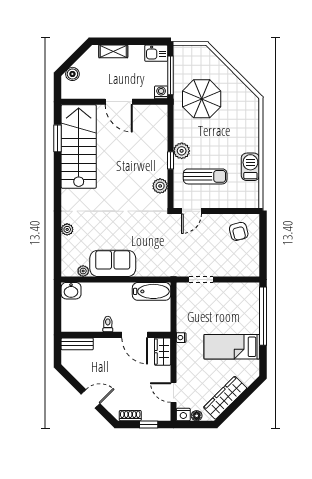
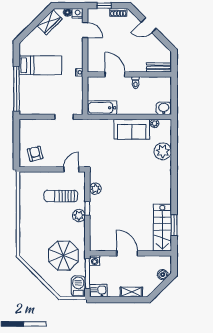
stairs: (79, 146) -> (162, 227), width x0.73, depth x0.66
barbecue: (250, 167) -> (78, 286), moved, turned 180
plant: (67, 229) -> (163, 151), width x1.88, depth x1.88
wardrobe: (163, 352) -> (94, 62), removed
wardrobe: (225, 398) -> (50, 22), width x0.67

